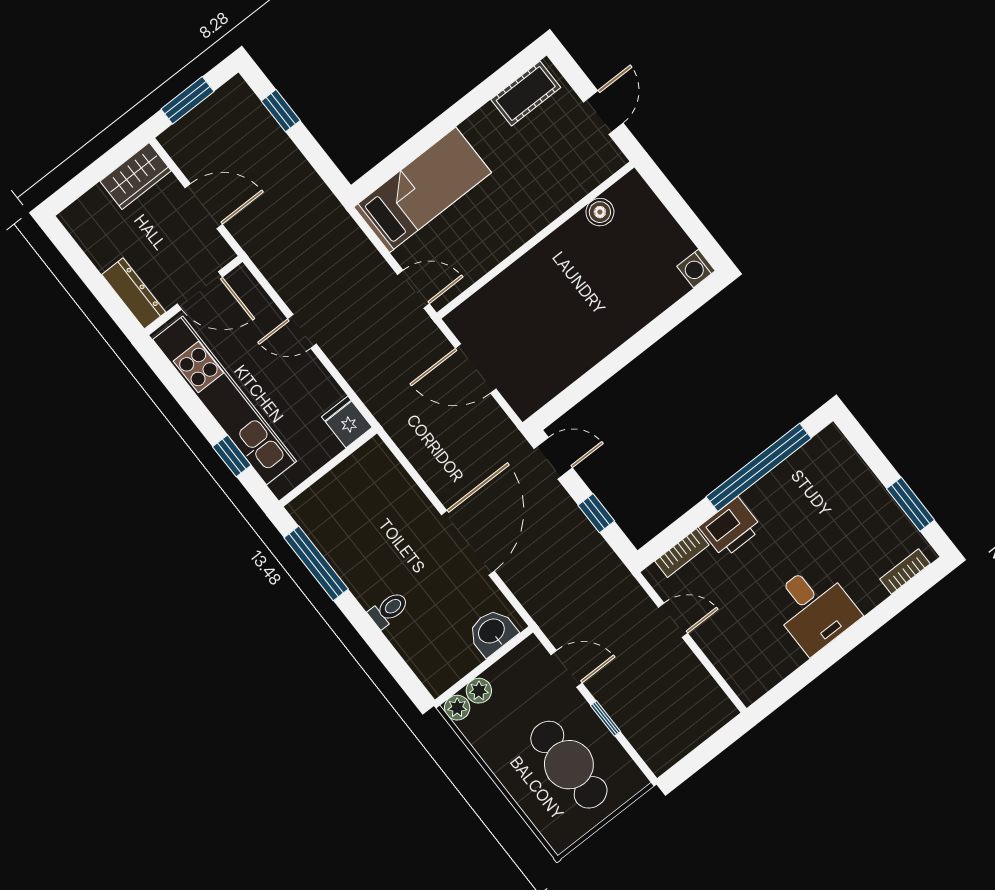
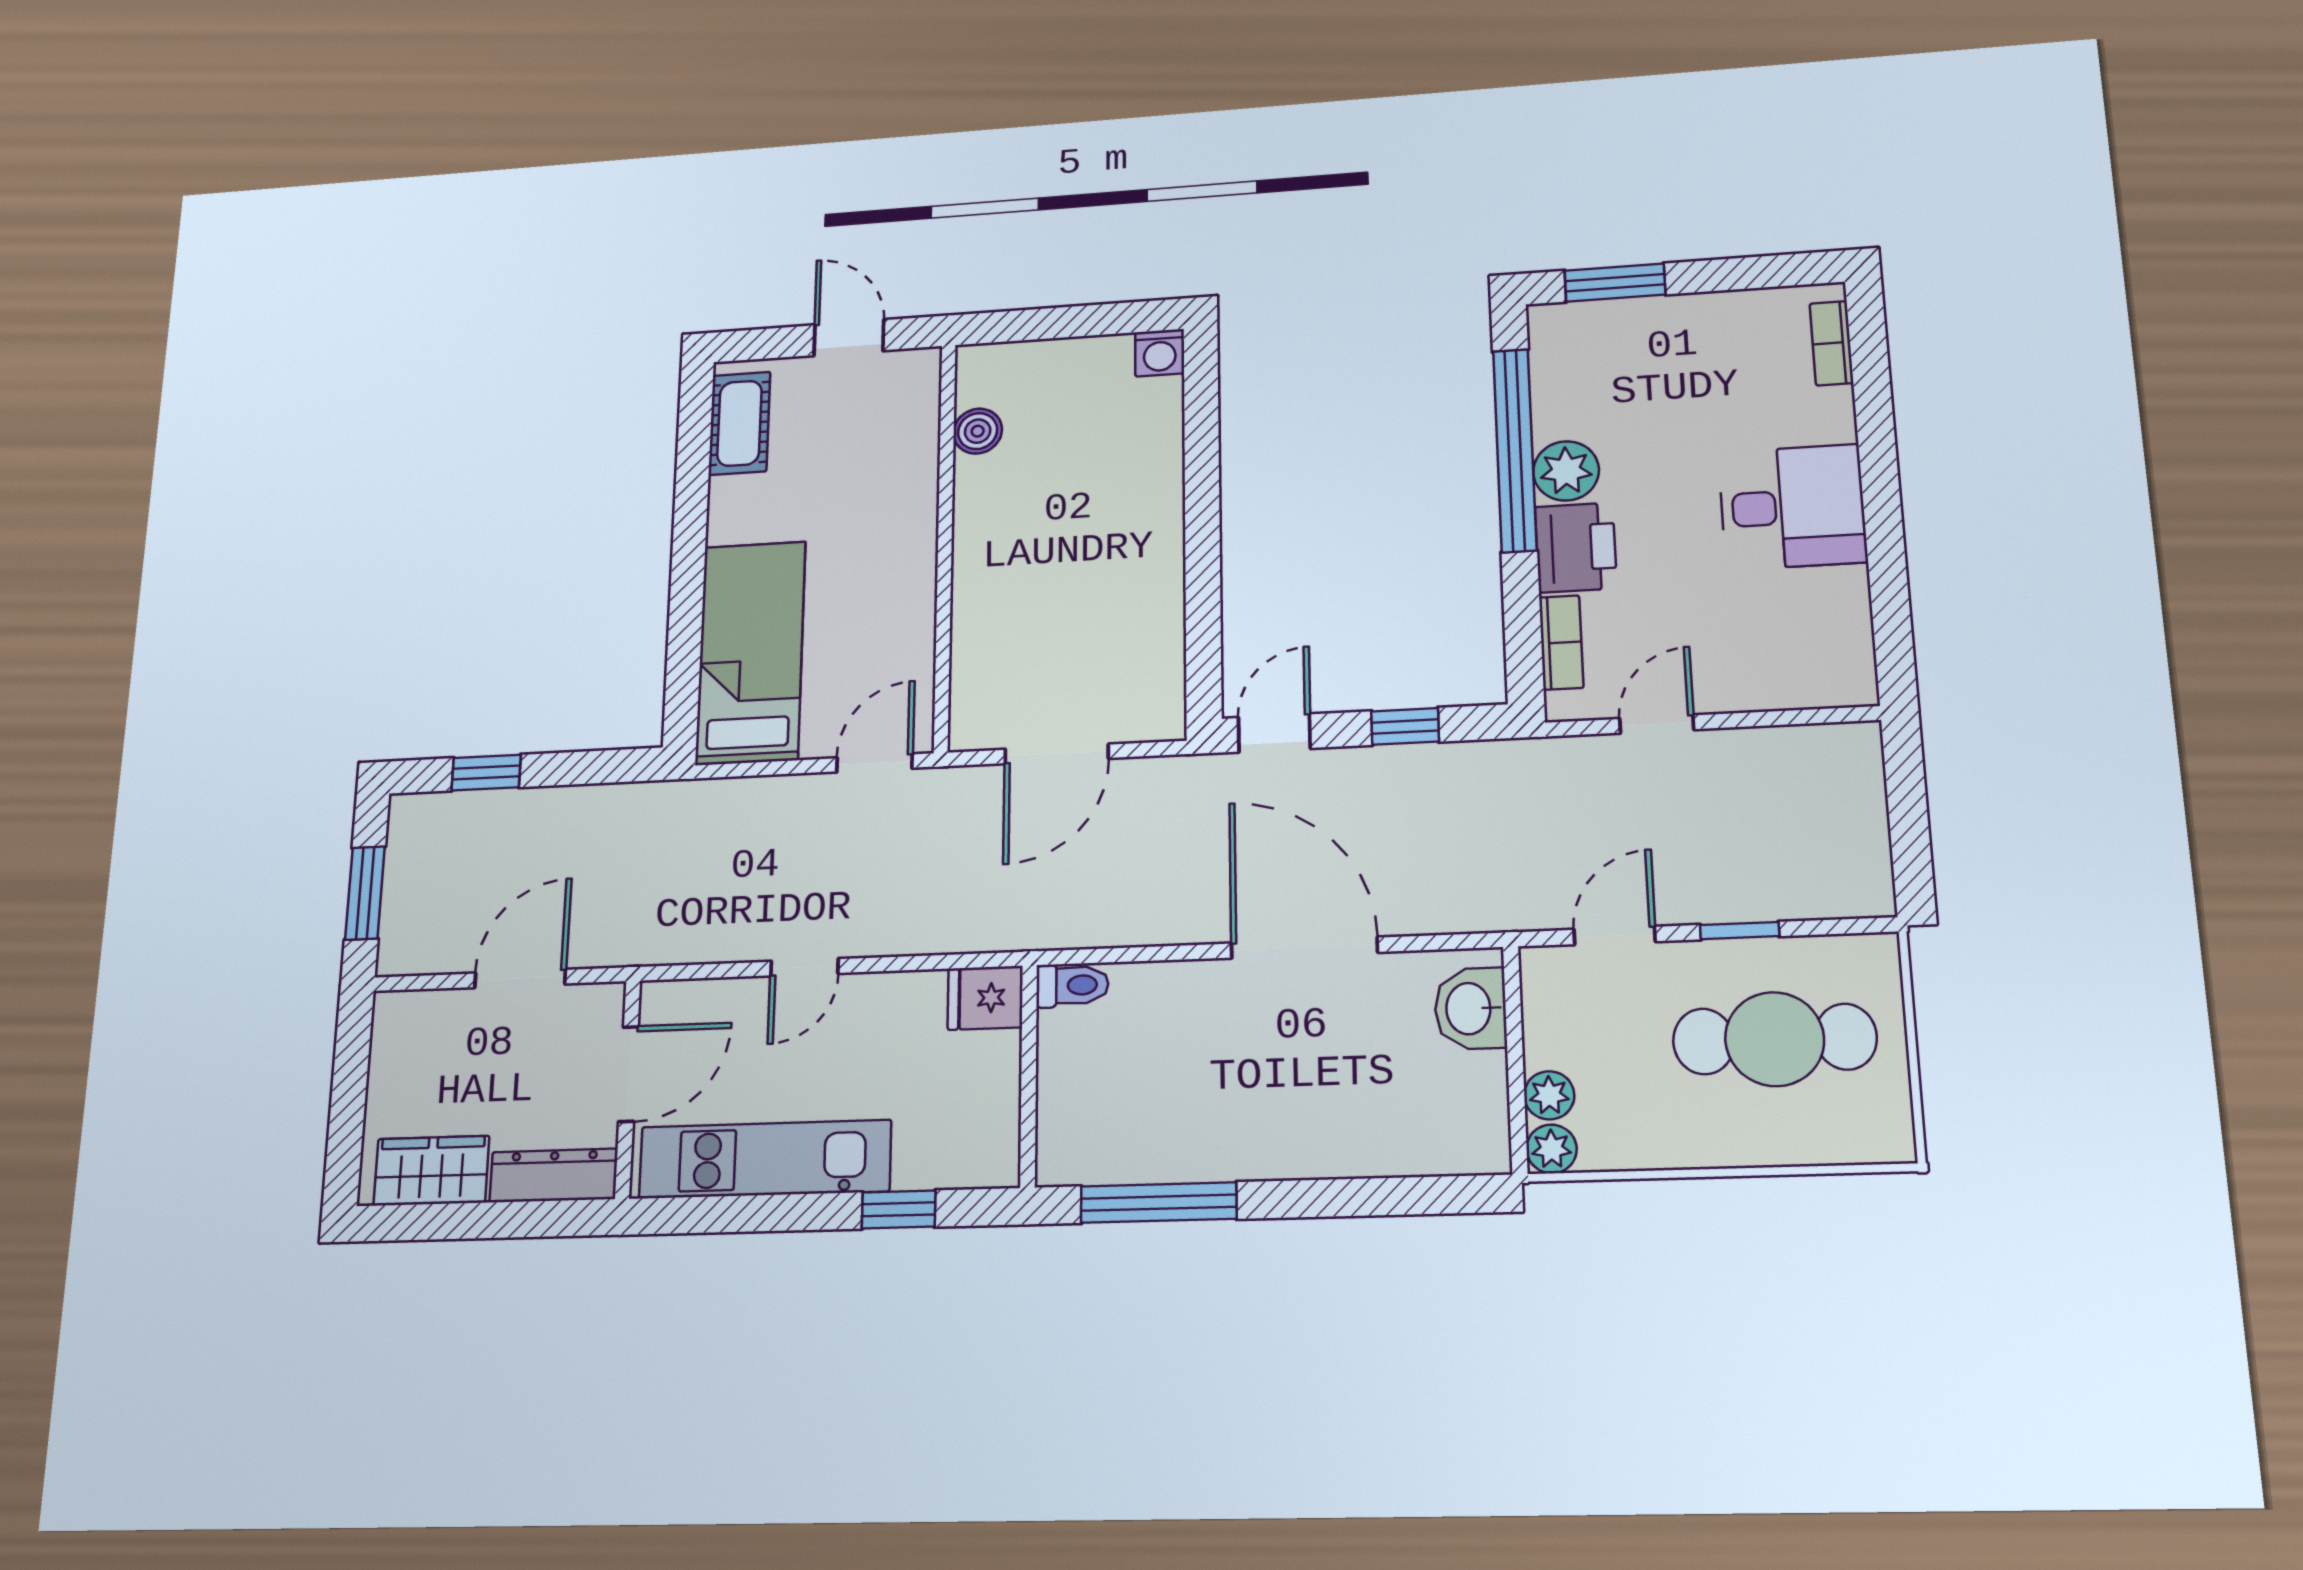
wardrobe: (136, 176) -> (431, 1171), moved, turned -90
kitchen unit: (225, 400) -> (765, 1159), width x0.73
plant: (764, 497) -> (1566, 471), added
window: (911, 504) -> (1615, 283), moved
toilet: (389, 610) -> (1072, 985), moved, turned 90

